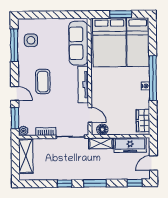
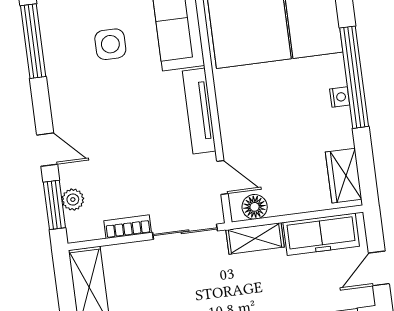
side table: (31, 40) -> (110, 44), moved
coffee table: (43, 82) -> (107, 115), removed
plant: (23, 131) -> (73, 200), moved

